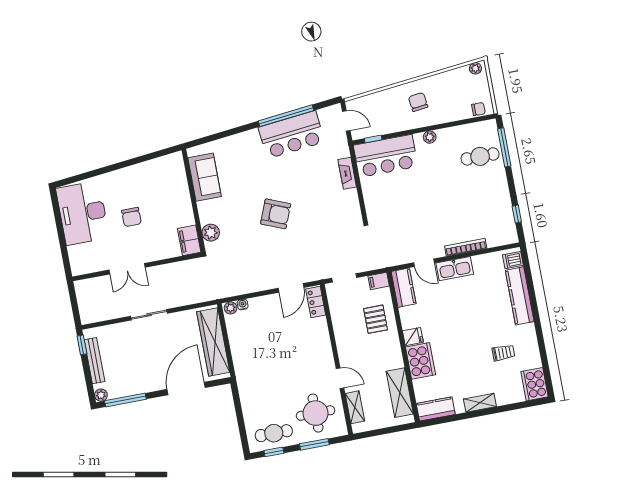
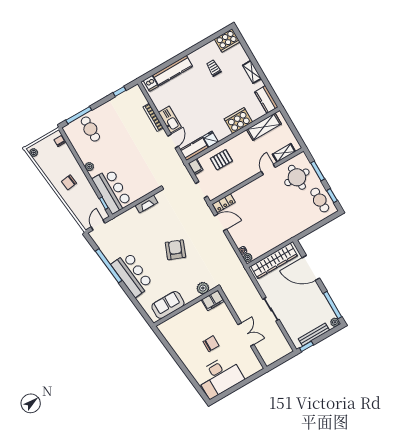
bar counter: (292, 135) -> (132, 274), moved
fireplace: (347, 173) -> (146, 204), moved
fridge: (413, 337) -> (211, 139), moved

